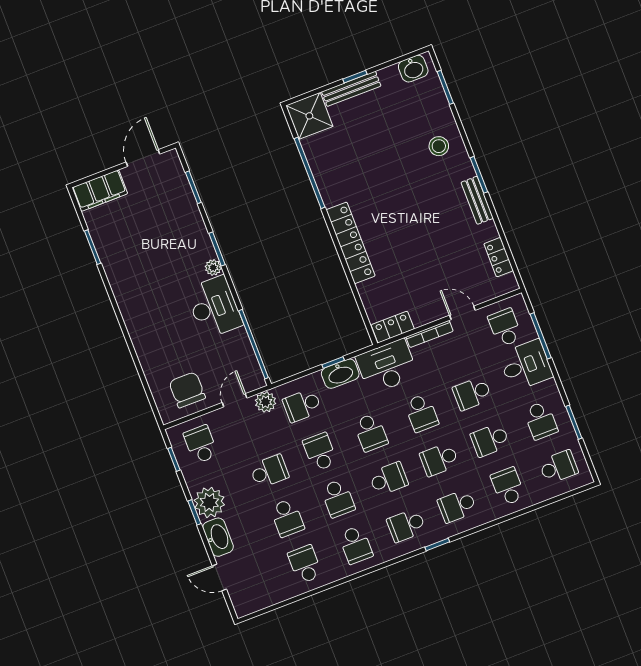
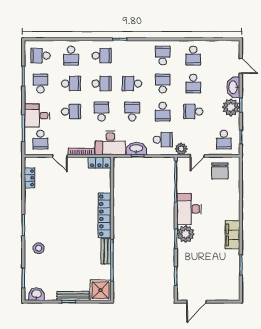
filing cabinet: (100, 191) -> (232, 235), moved, turned -90
bench: (477, 200) -> (106, 251), moved
plant: (213, 268) -> (186, 234), width x1.88, depth x1.88
school desk: (287, 518) -> (193, 84), turned 180
school desk: (406, 525) -> (132, 56), removed

